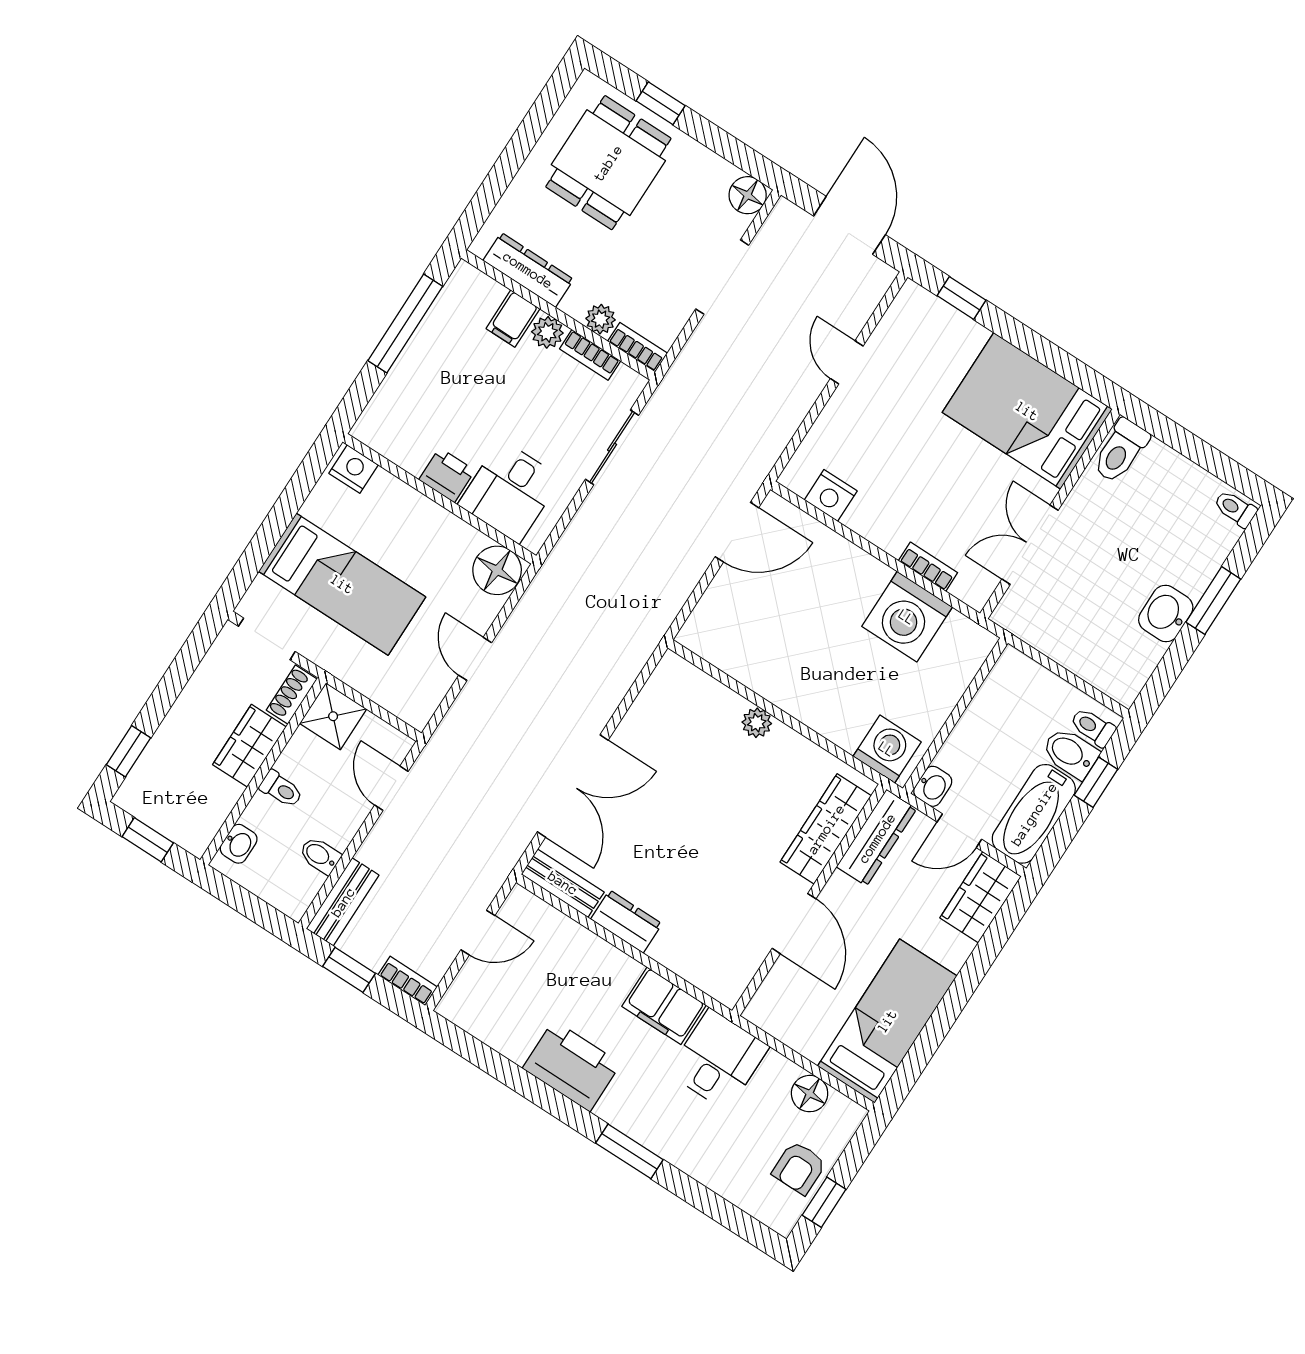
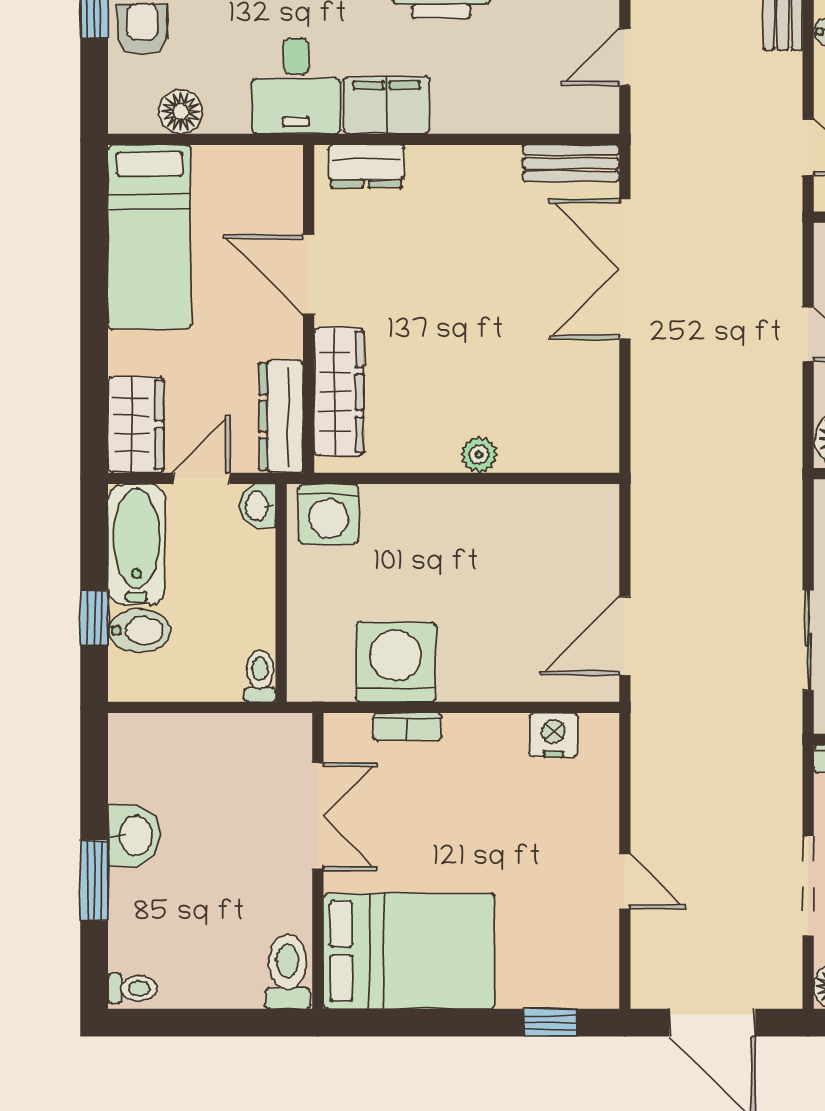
toilet: (1093, 727) -> (260, 676), moved, turned -90
dresser: (626, 921) -> (366, 166), moved

